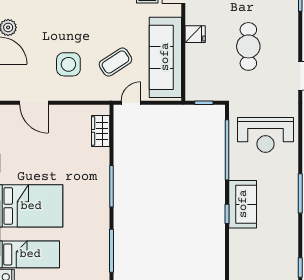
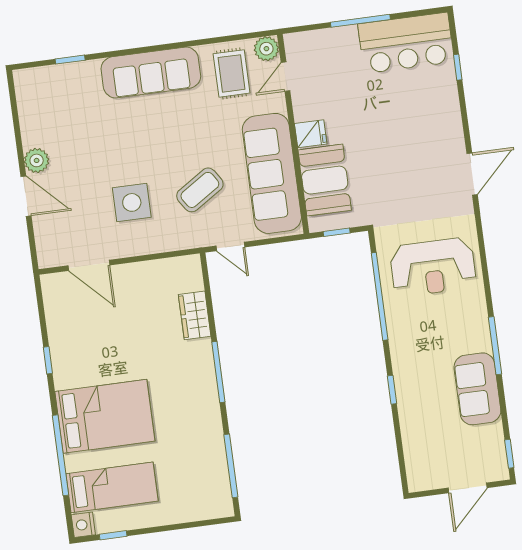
cafe table: (248, 46) -> (391, 141), removed
booth: (200, 67) -> (325, 180), added
door: (131, 103) -> (230, 246), swing flipped
wardrobe: (101, 131) -> (195, 315), moved
sofa: (243, 204) -> (477, 389), moved, turned 180

